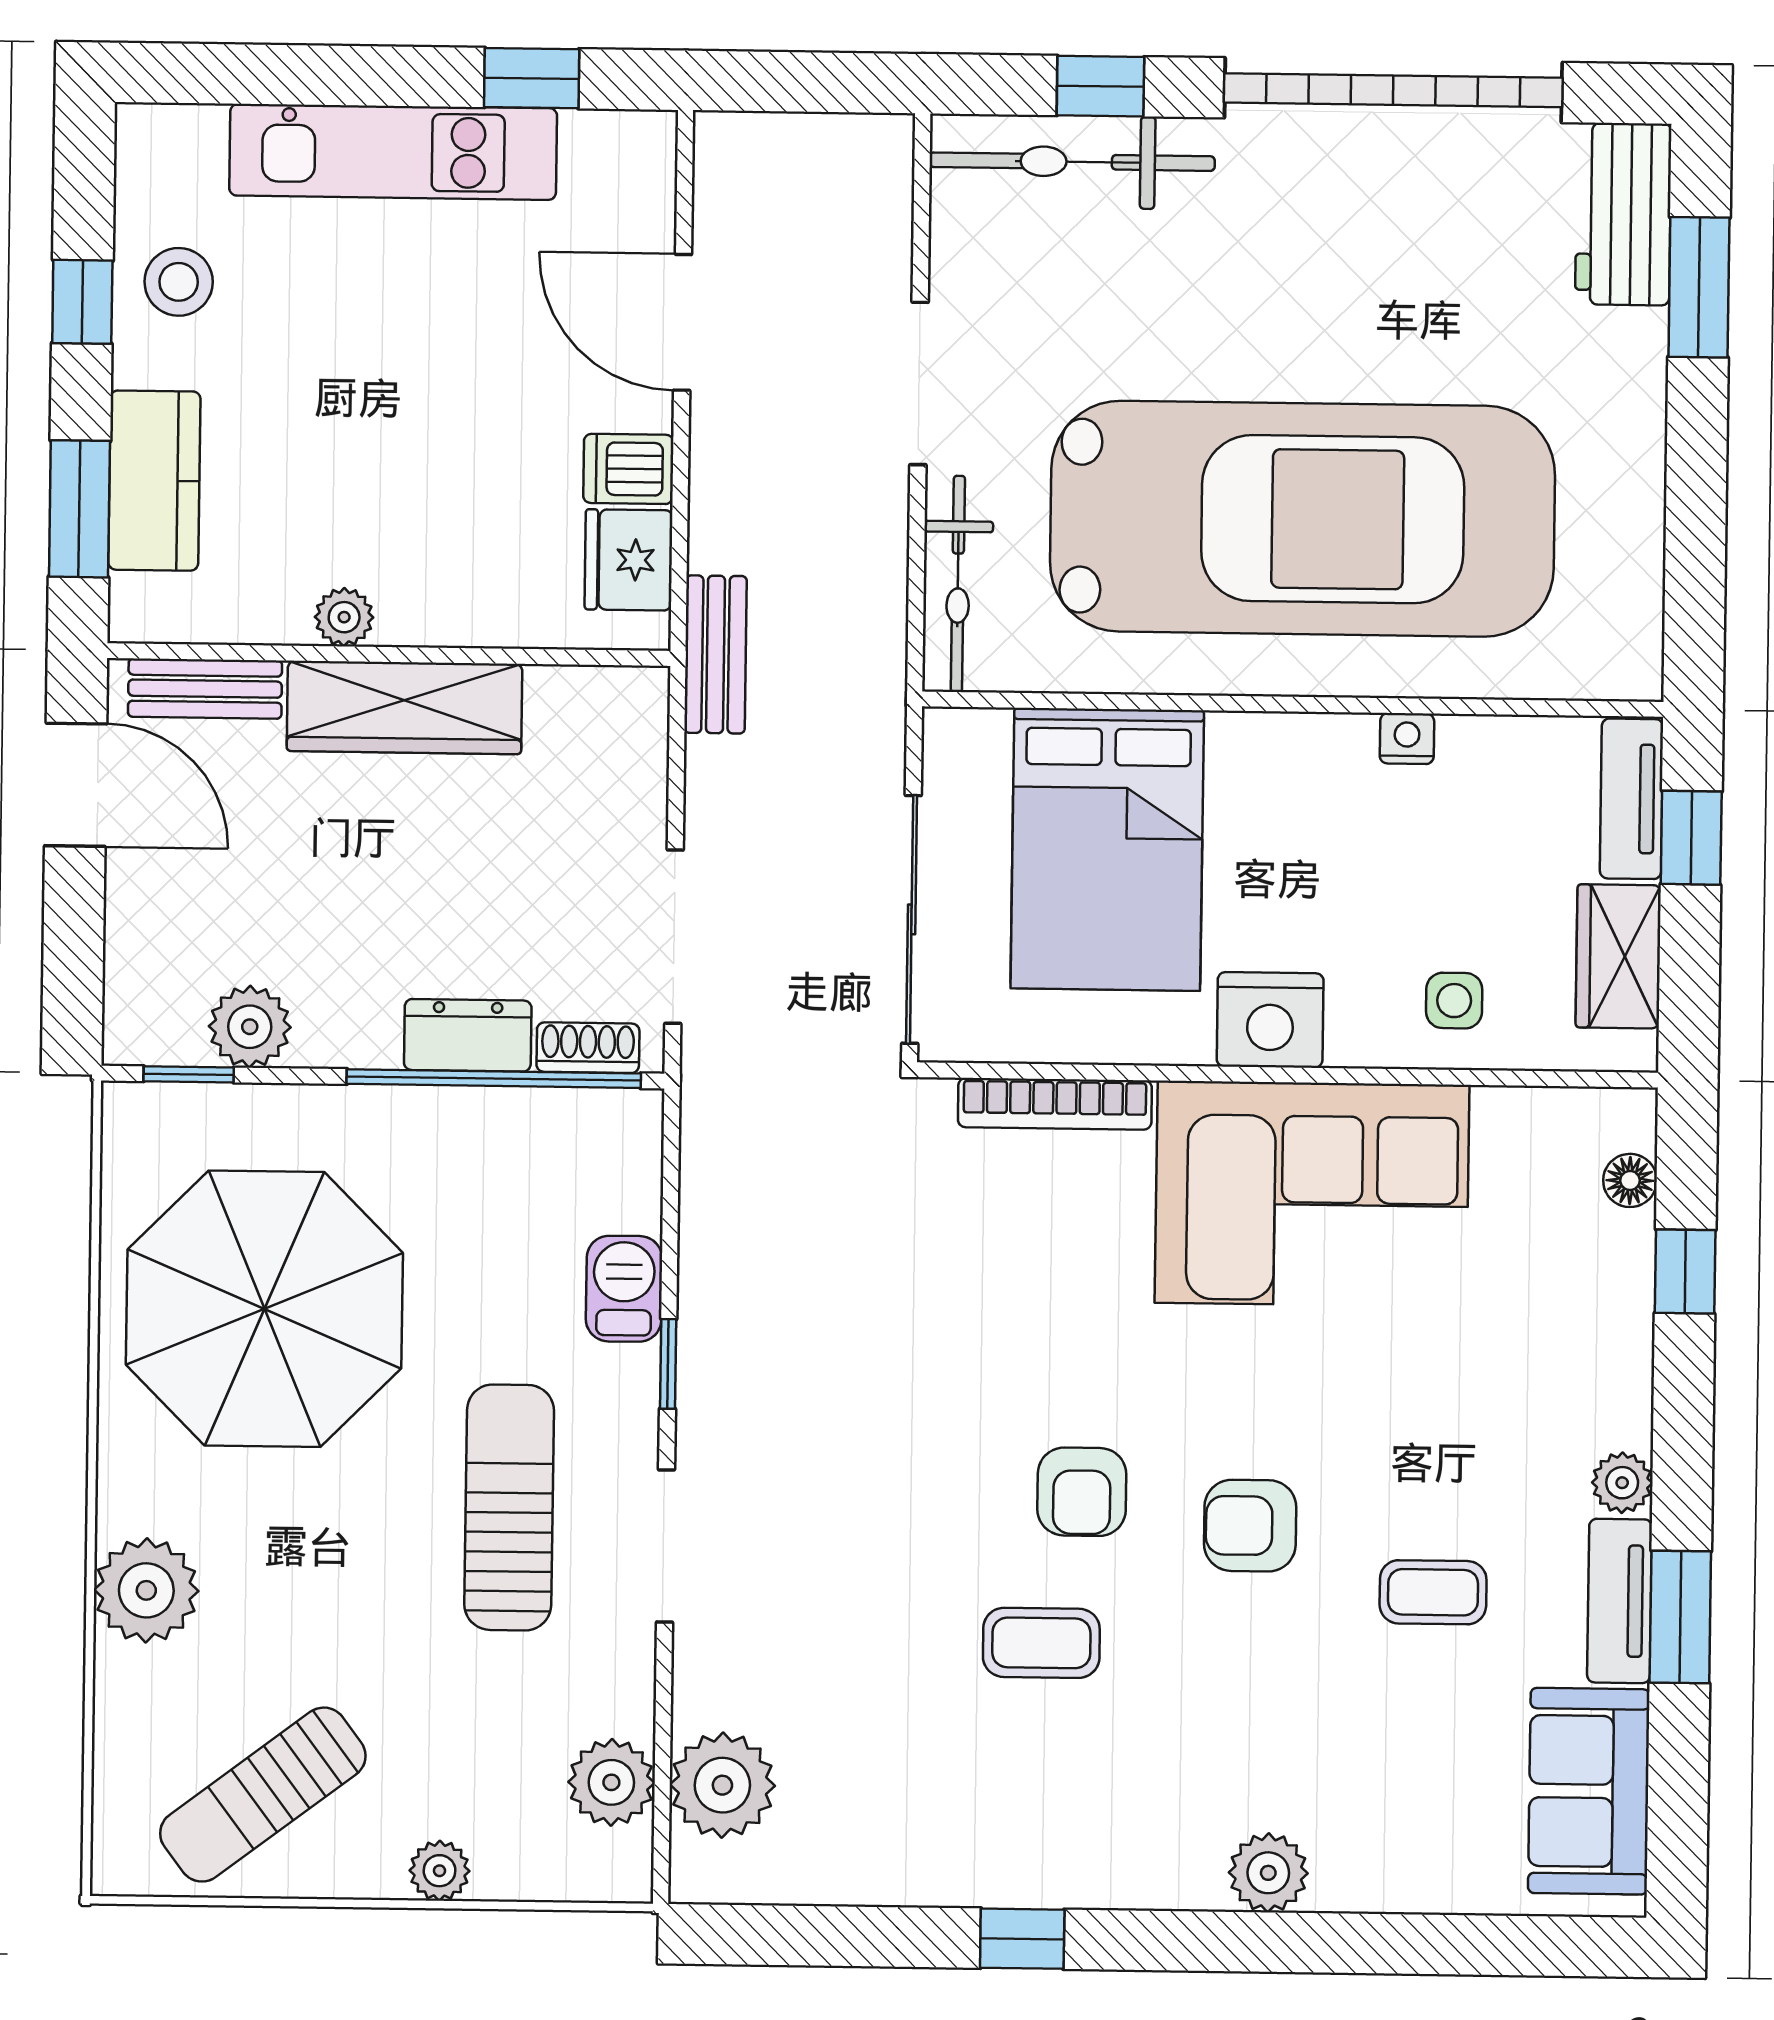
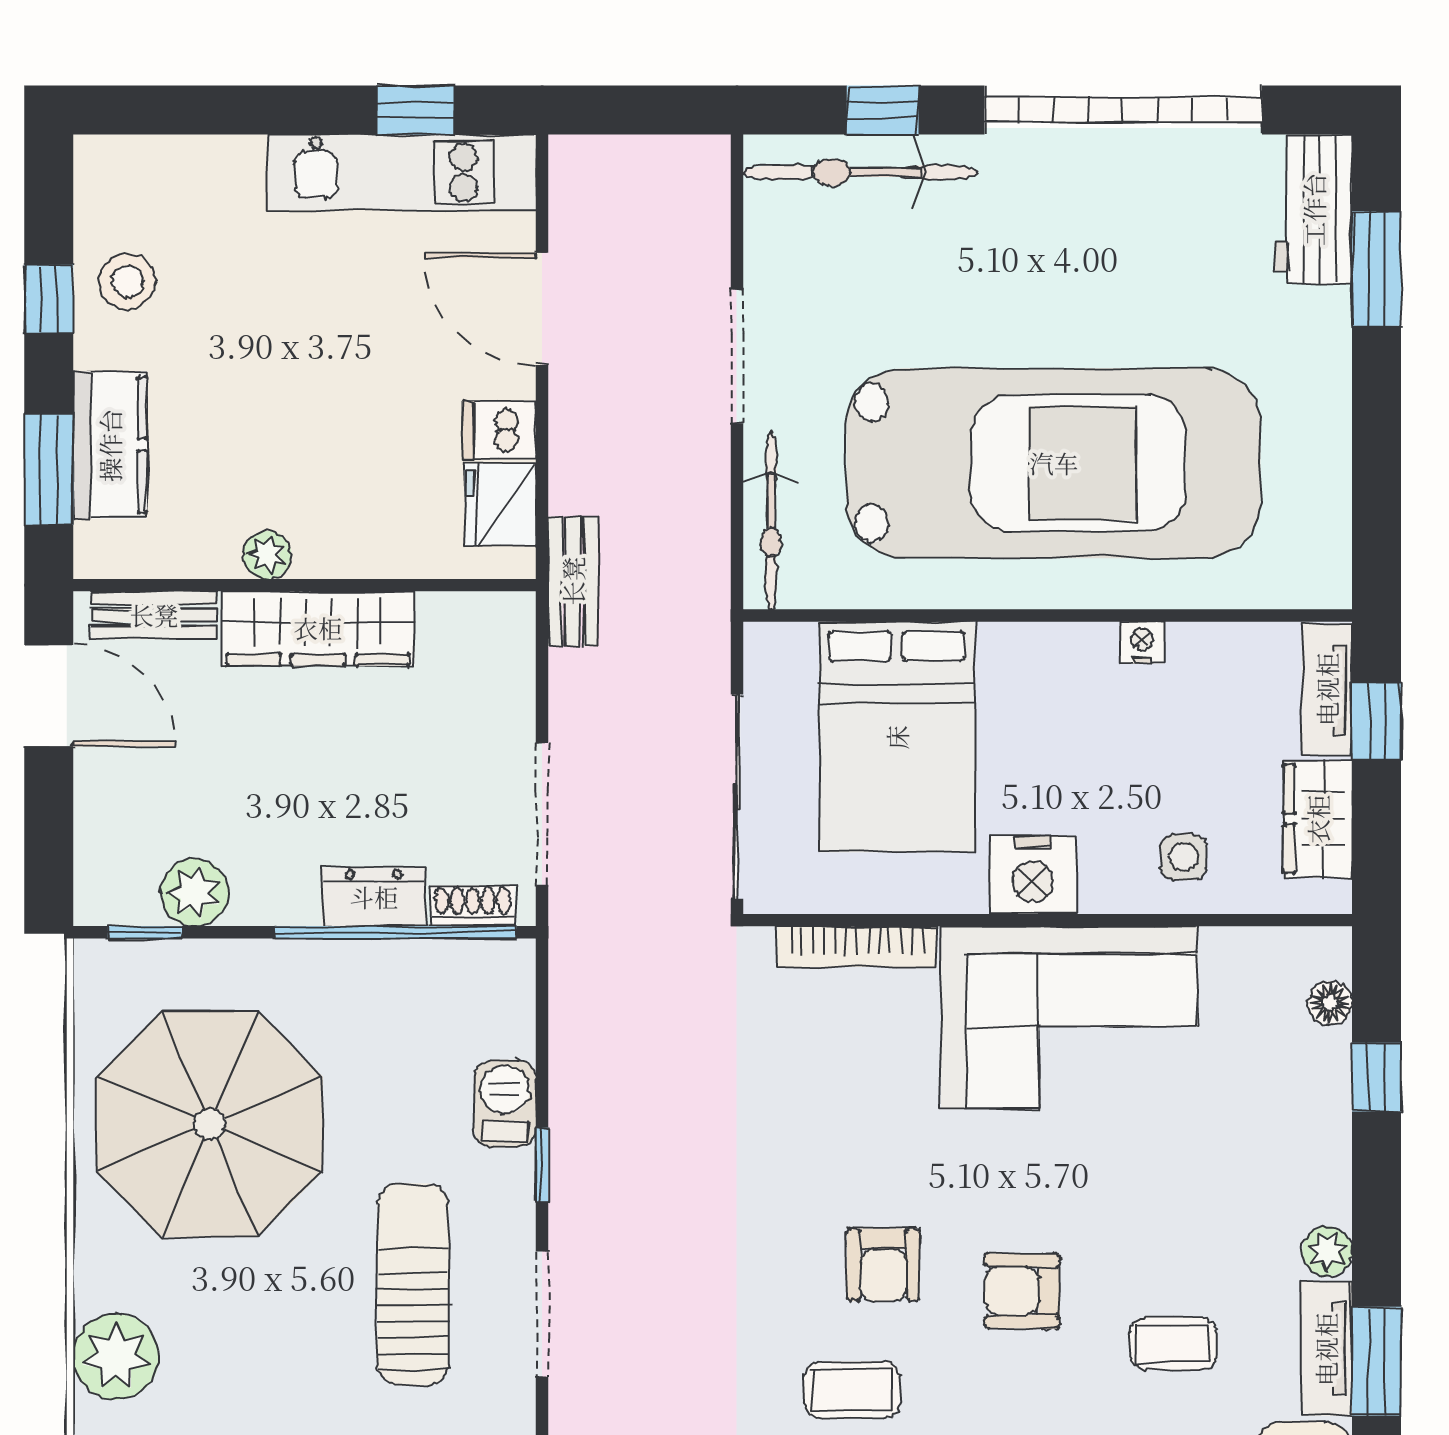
kitchen unit: (393, 152) -> (402, 172), moved

